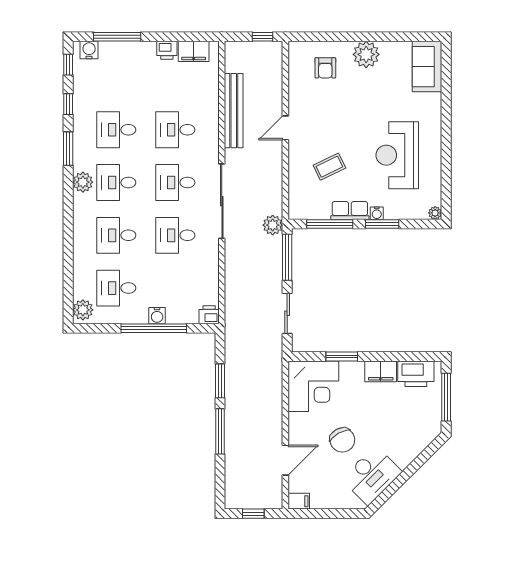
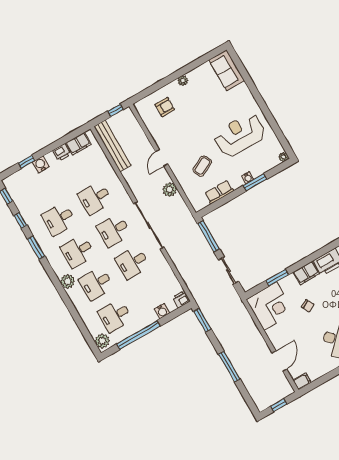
window: (117, 37) -> (27, 162), width x0.46
water cooler: (89, 50) -> (41, 164), moved
plant: (366, 54) -> (183, 81), width x0.53, depth x0.53
armchair: (325, 68) -> (165, 107), turned -90
bench: (234, 111) -> (112, 146), moved
reception desk: (397, 155) -> (240, 135), turned 90
plant: (83, 182) -> (68, 281), moved
row of seats: (350, 210) -> (219, 192), moved
window: (330, 224) -> (223, 201), removed
plant: (273, 225) -> (170, 190), moved
water cooler: (157, 316) -> (162, 311), moved
window: (154, 328) -> (139, 335), moved
window: (220, 381) -> (202, 320), moved
chair: (342, 440) -> (308, 306), moved, width x0.54, depth x0.54

